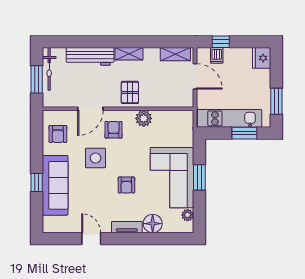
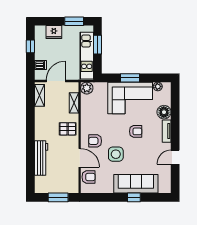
window: (221, 42) -> (30, 46), moved
shelving: (129, 54) -> (74, 103), moved
fridge: (262, 58) -> (54, 32), moved
bicycle: (49, 69) -> (50, 188), removed
plant: (144, 118) -> (87, 88), moved
armchair: (58, 134) -> (89, 177), moved

